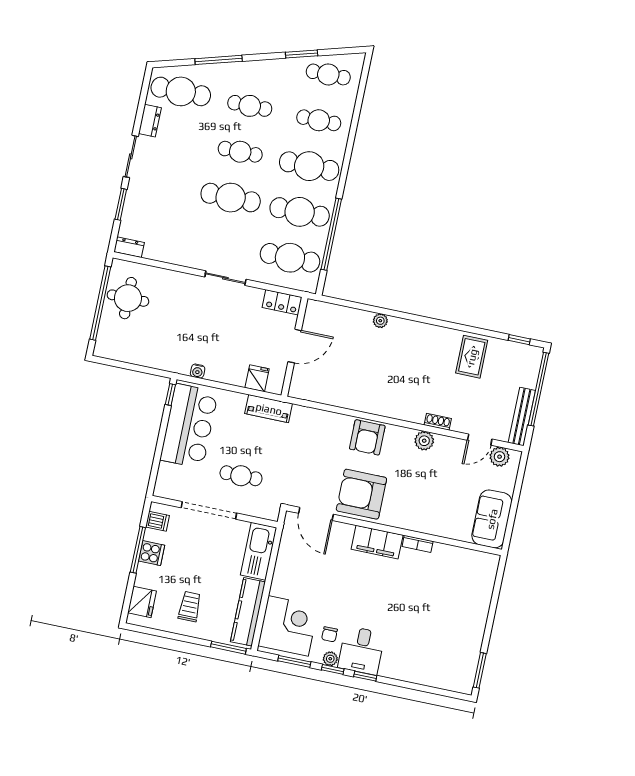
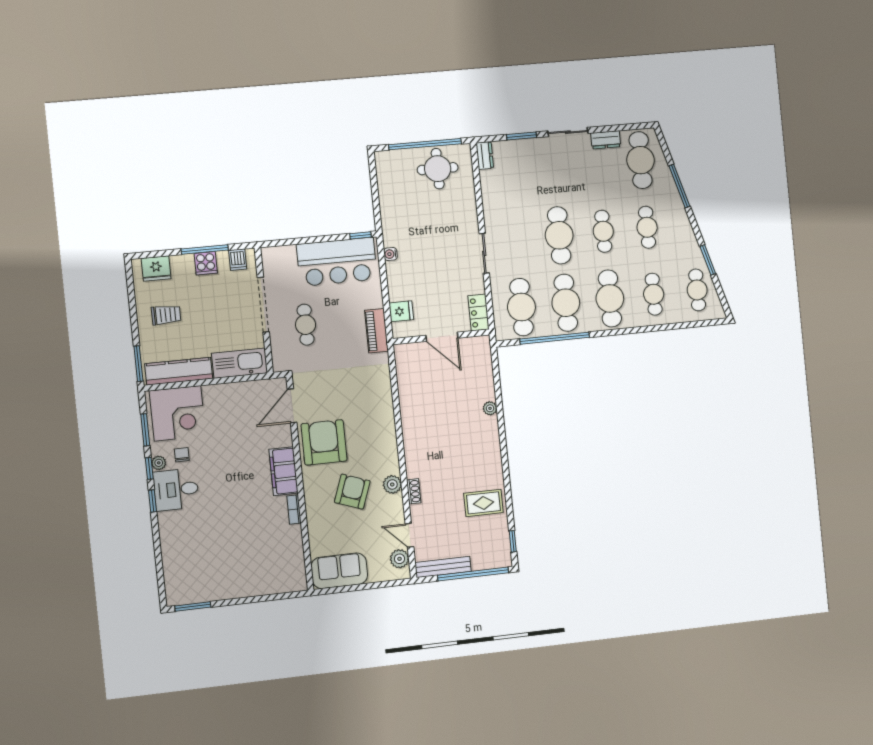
armchair: (367, 437) -> (352, 492), moved, turned 110
chair: (329, 634) -> (182, 455), turned 90

